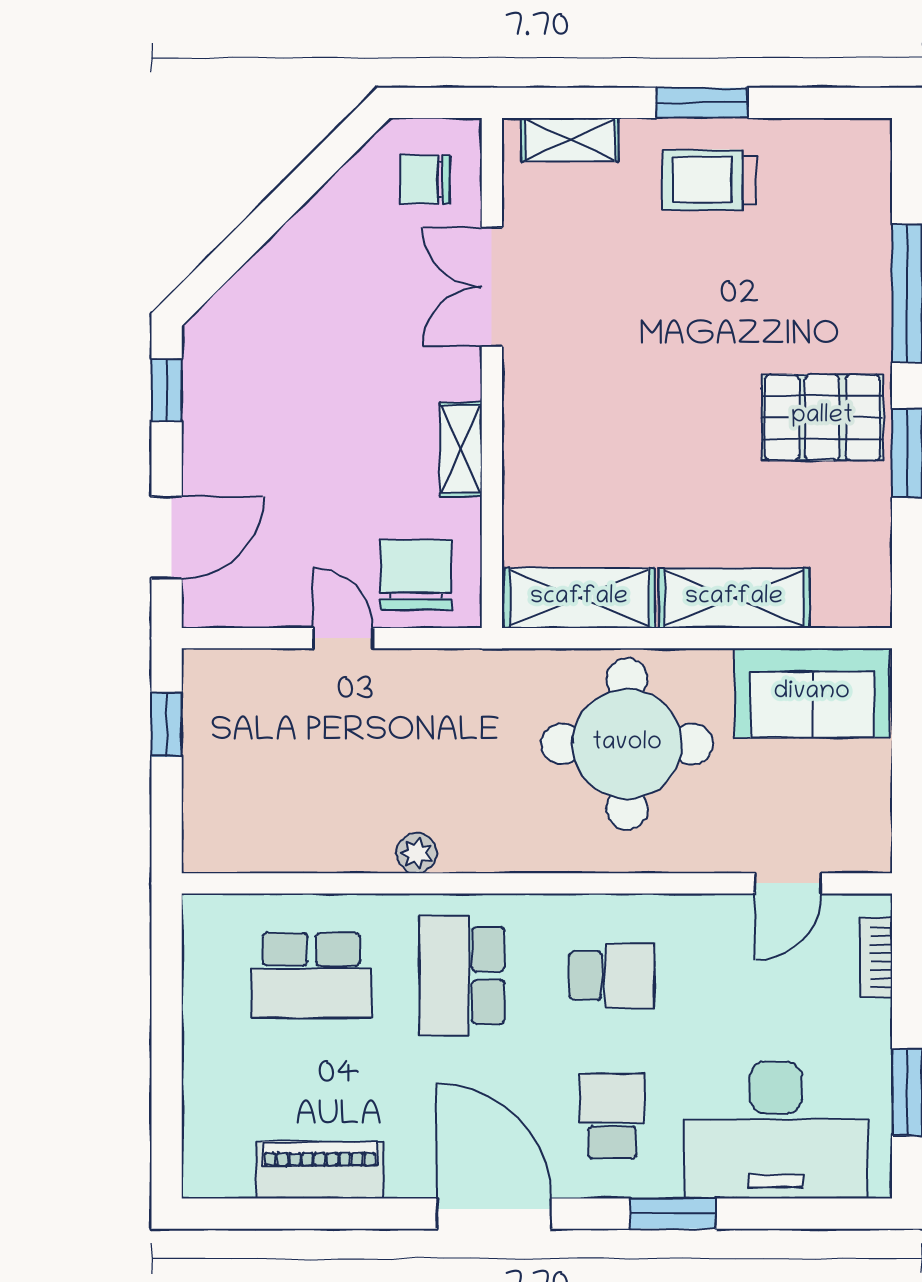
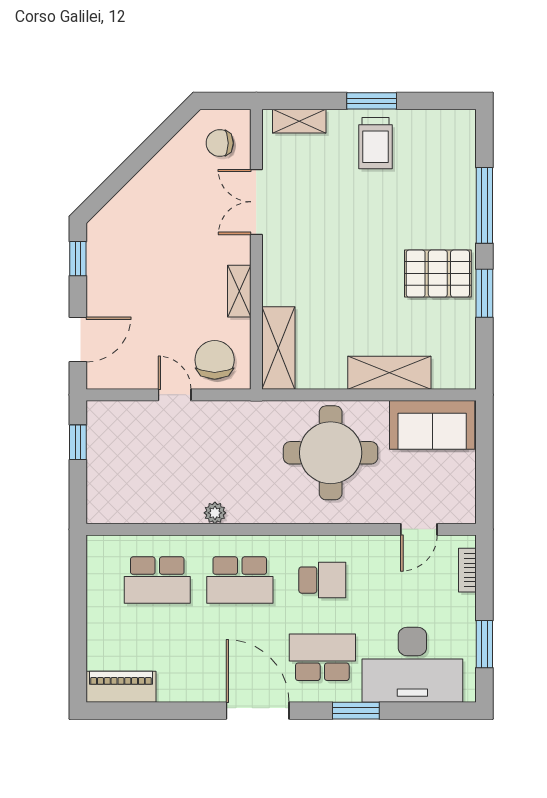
trolley: (709, 180) -> (375, 143), turned -90
shelving: (579, 598) -> (278, 348), moved, turned 90
school desk: (462, 976) -> (240, 580), turned -90
school desk: (612, 1116) -> (322, 657), width x1.85
piano: (320, 1170) -> (121, 687), moved

